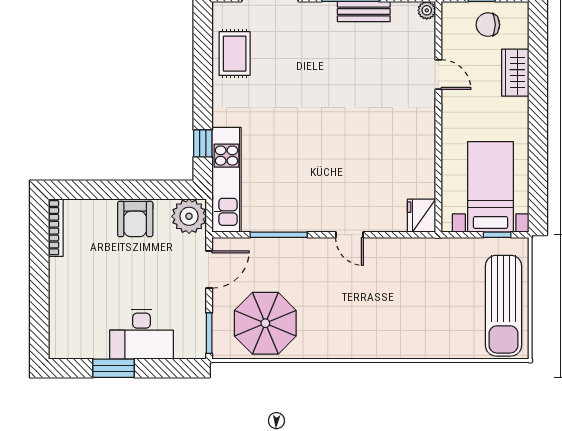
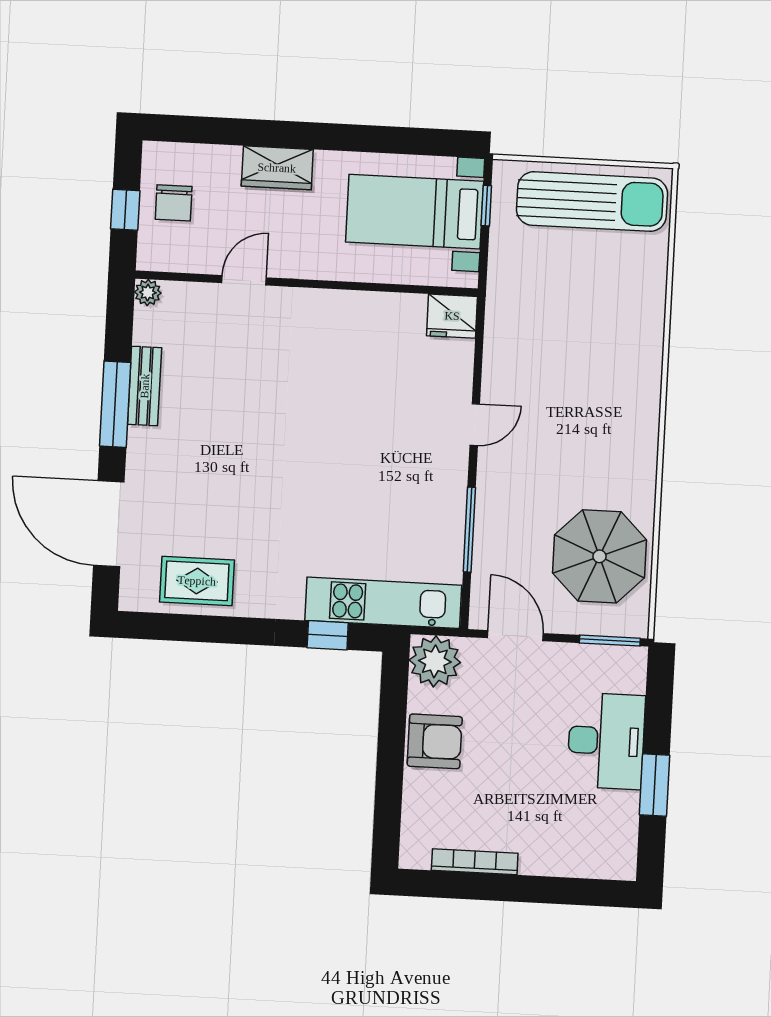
wardrobe: (515, 73) -> (277, 168), moved
bookcase: (56, 228) -> (475, 862), moved

